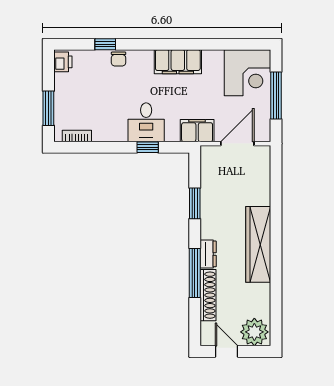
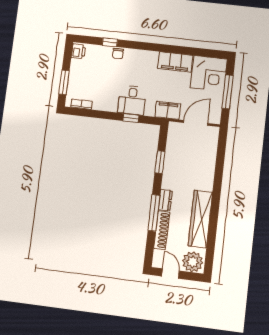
filing cabinet: (178, 62) -> (175, 62), moved
wardrobe: (258, 244) -> (200, 219), moved

